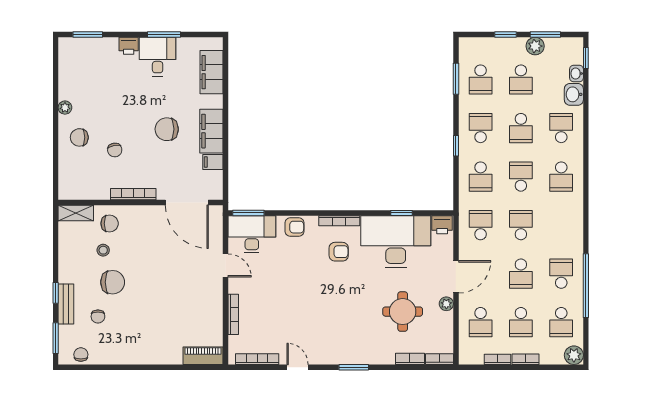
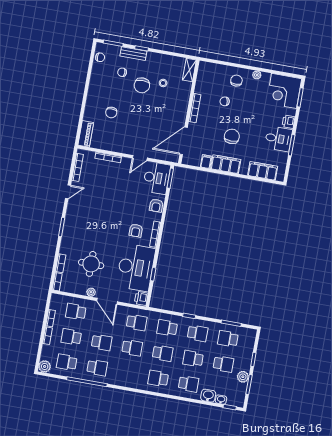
corner desk: (82, 61) -> (284, 91), added
school desk: (521, 79) -> (223, 364), turned 180
chair: (110, 223) -> (111, 112), moved
school desk: (521, 274) -> (102, 342), turned 180

